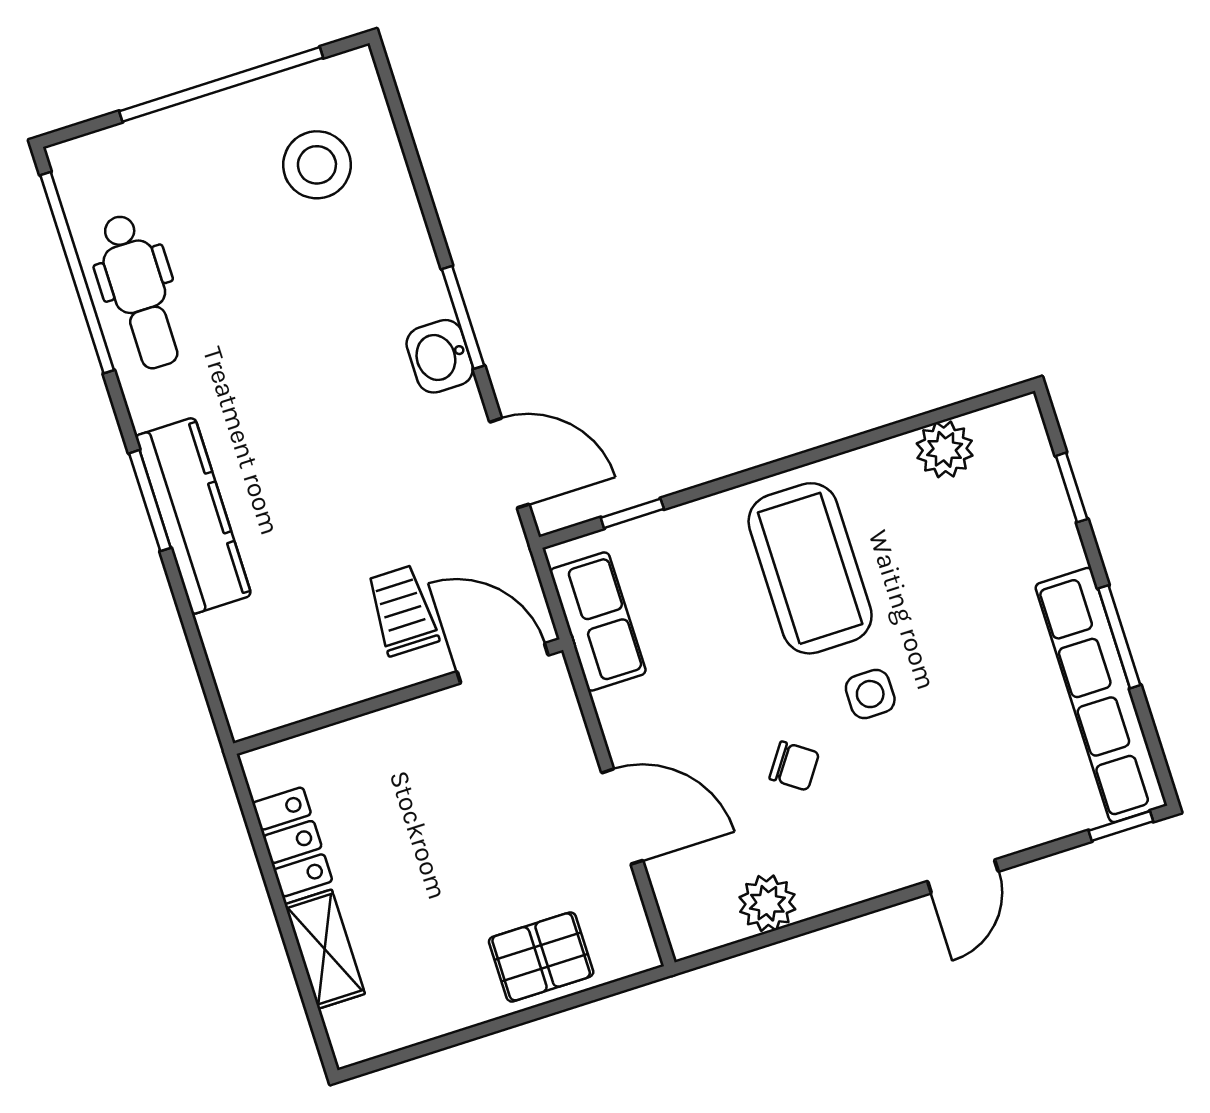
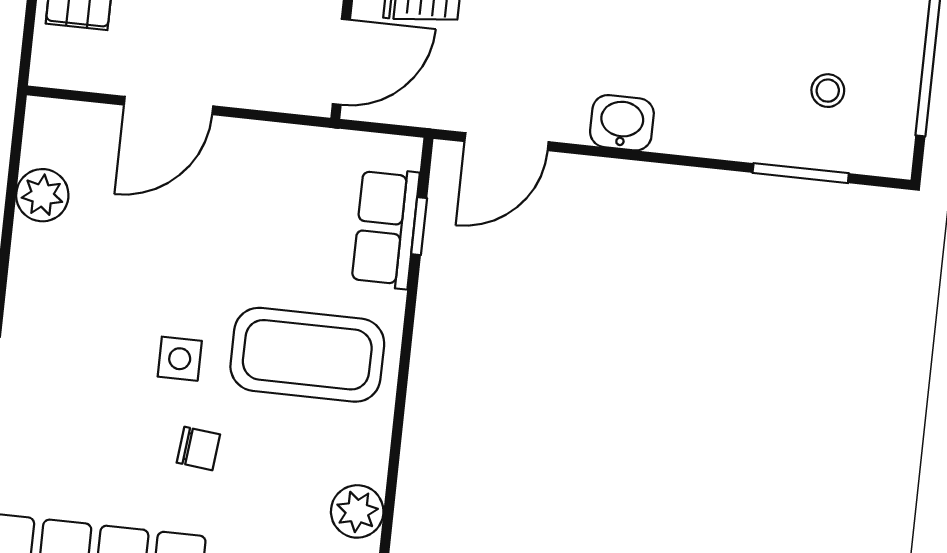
stool: (317, 165) -> (828, 91), width x0.53, depth x0.53
window: (463, 317) -> (801, 173), moved
row of seats: (598, 621) -> (385, 228), moved, turned 90
chair: (794, 766) -> (198, 449), moved, turned -119

